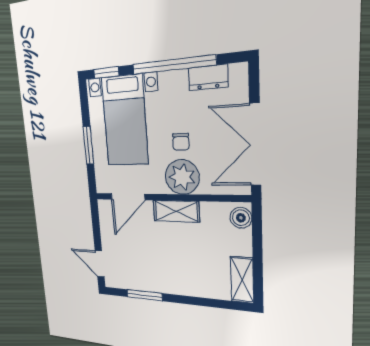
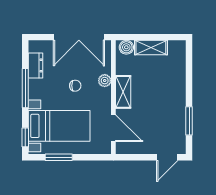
window: (173, 65) -> (25, 88), width x0.68
window: (88, 145) -> (59, 157), moved
plant: (182, 177) -> (105, 81), width x0.53, depth x0.53
shelving: (242, 280) -> (151, 48), moved

